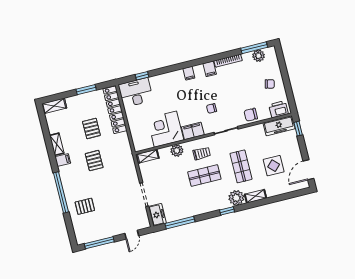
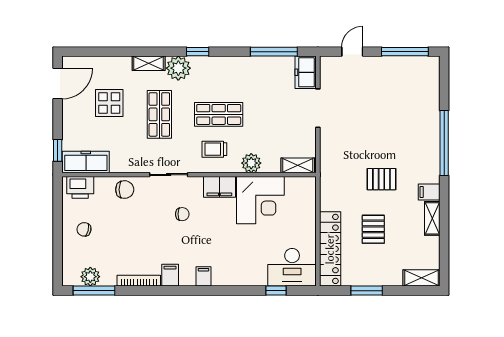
pallet: (94, 161) -> (381, 179), turned 90
pallet: (85, 206) -> (413, 113), removed

